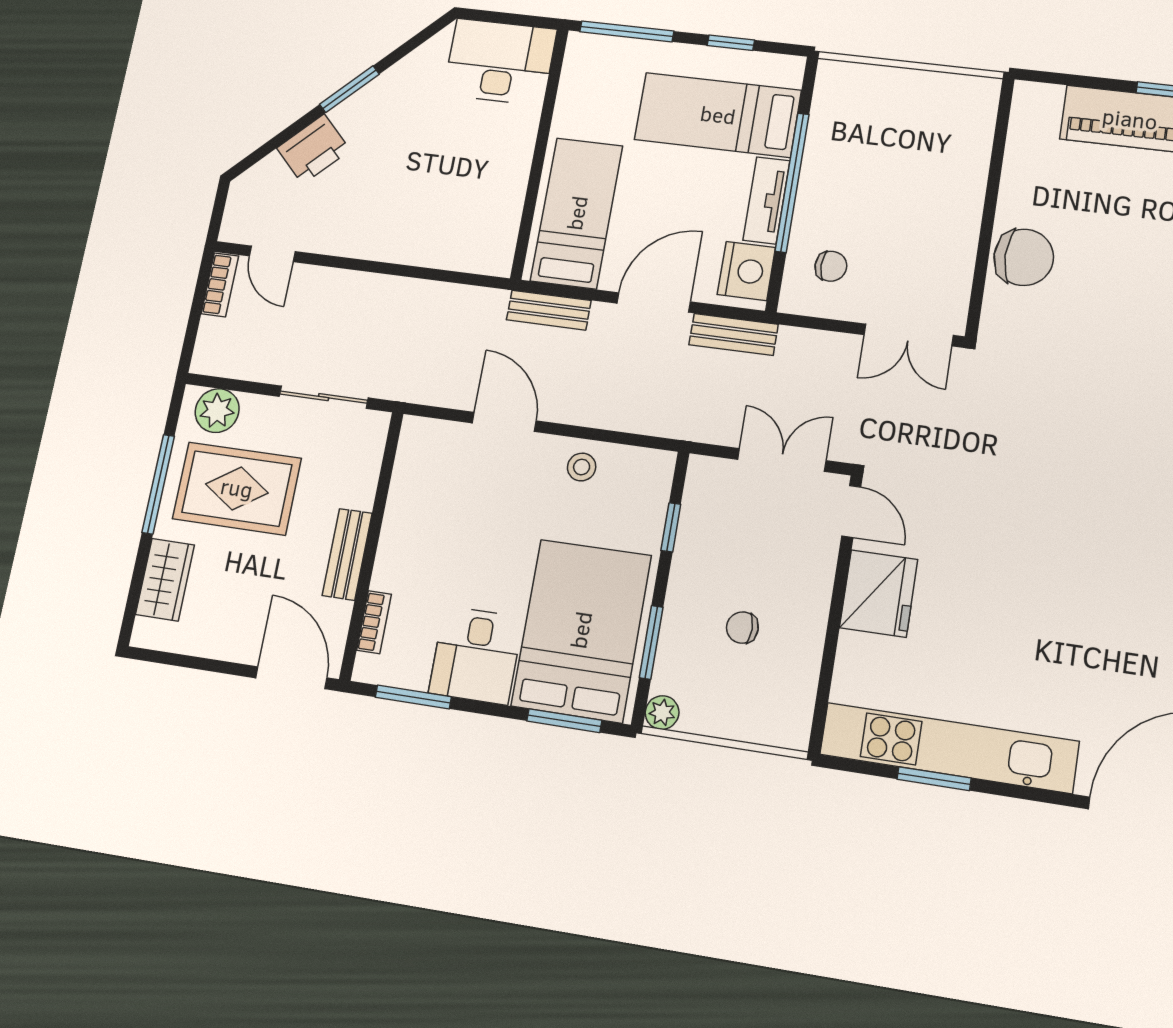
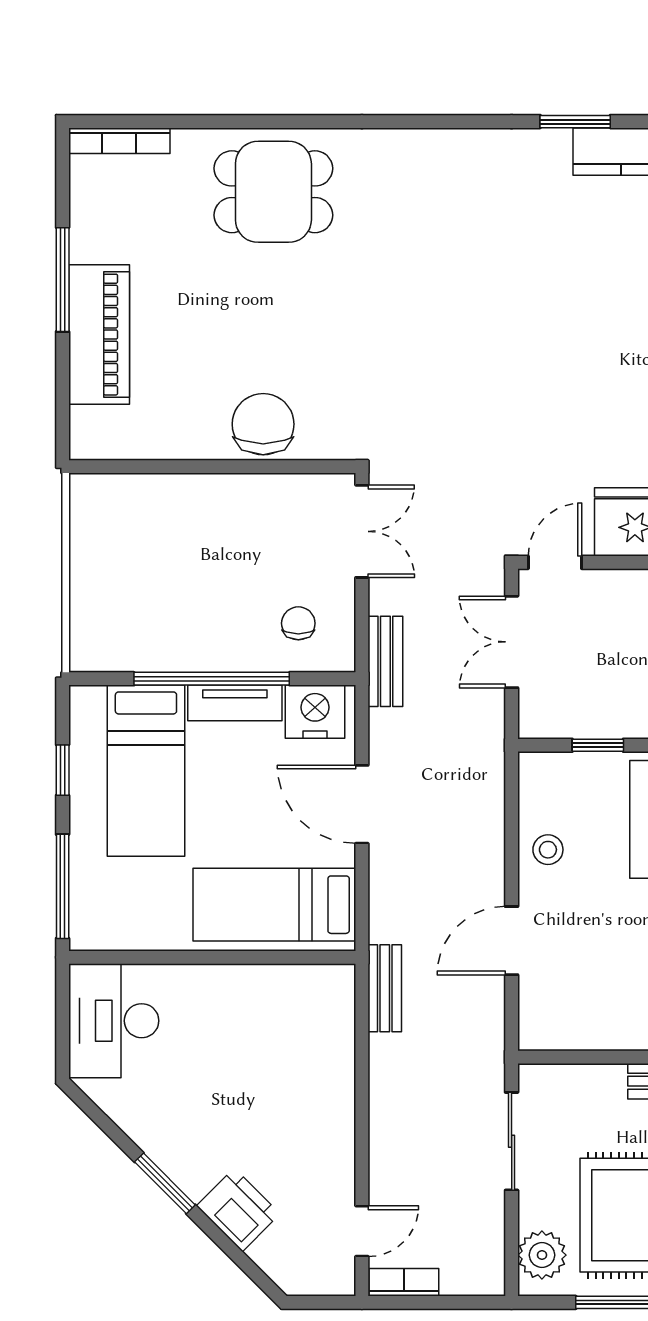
bench: (549, 310) -> (385, 988), moved
bench: (734, 335) -> (385, 661), moved

